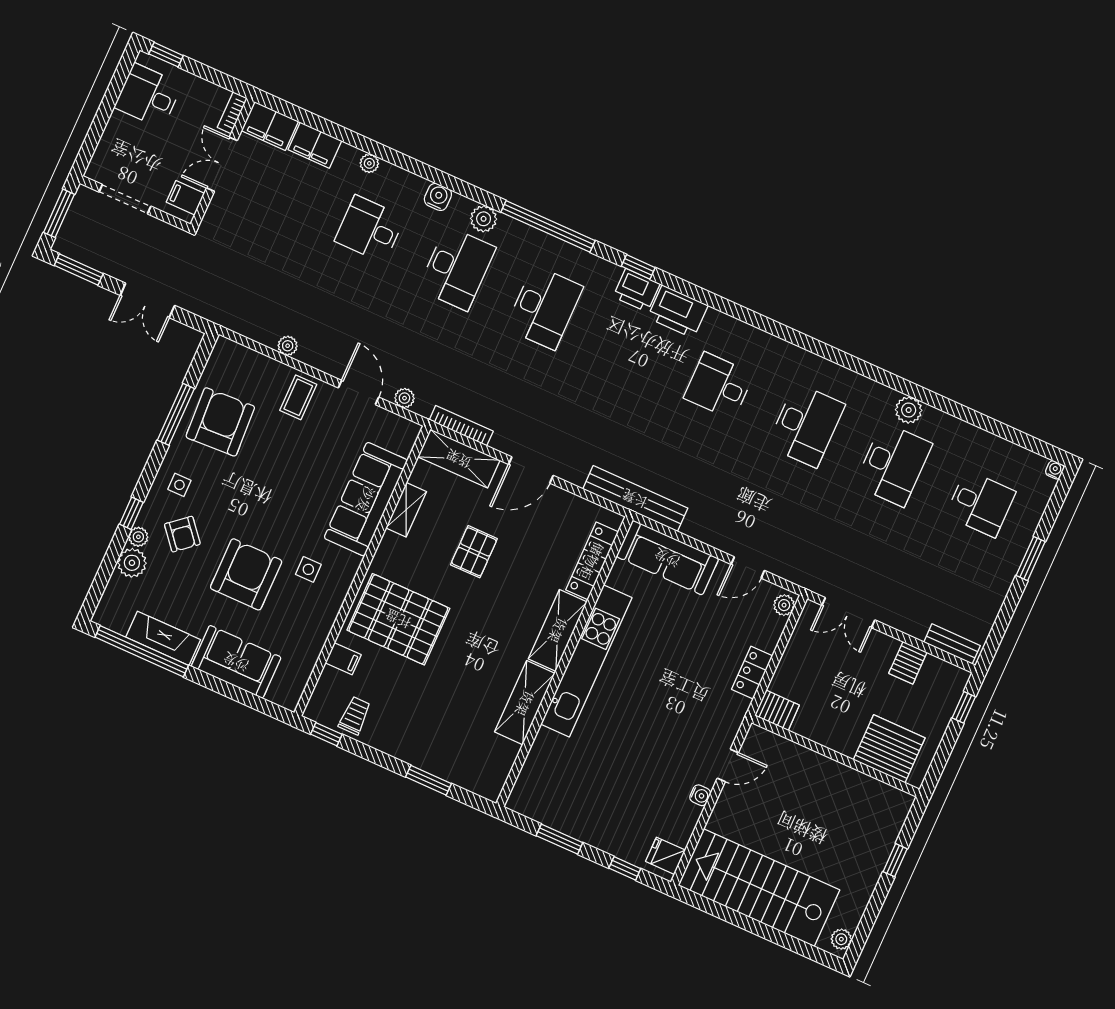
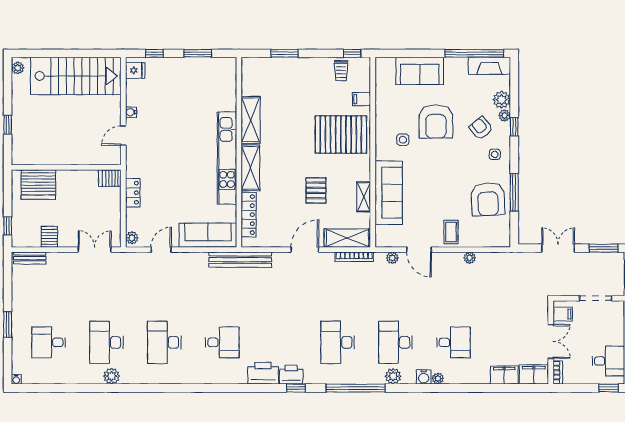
plant: (369, 163) -> (438, 379), moved
fireplace: (163, 638) -> (489, 66), moved

